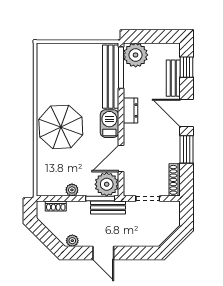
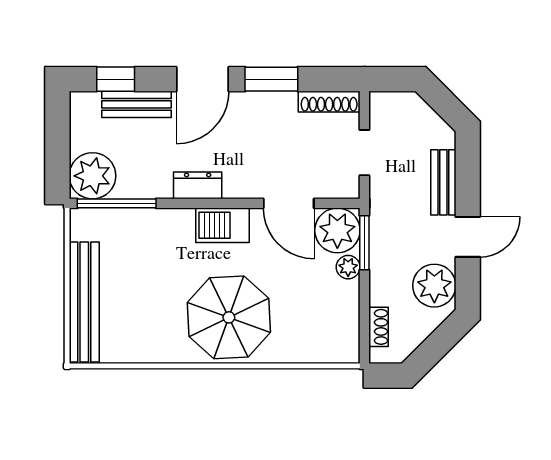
bench: (111, 77) -> (84, 302), moved, turned 90
plant: (72, 190) -> (348, 267), moved
bench: (108, 207) -> (443, 182), moved
plant: (72, 241) -> (434, 286), width x1.87, depth x1.87

